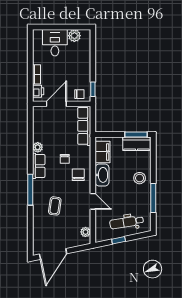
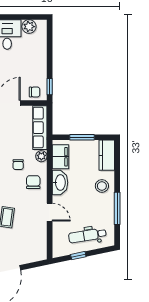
window: (136, 135) -> (82, 137), moved
kitchen counter: (137, 144) -> (107, 155), moved, turned 90
plant: (85, 232) -> (41, 156), moved

